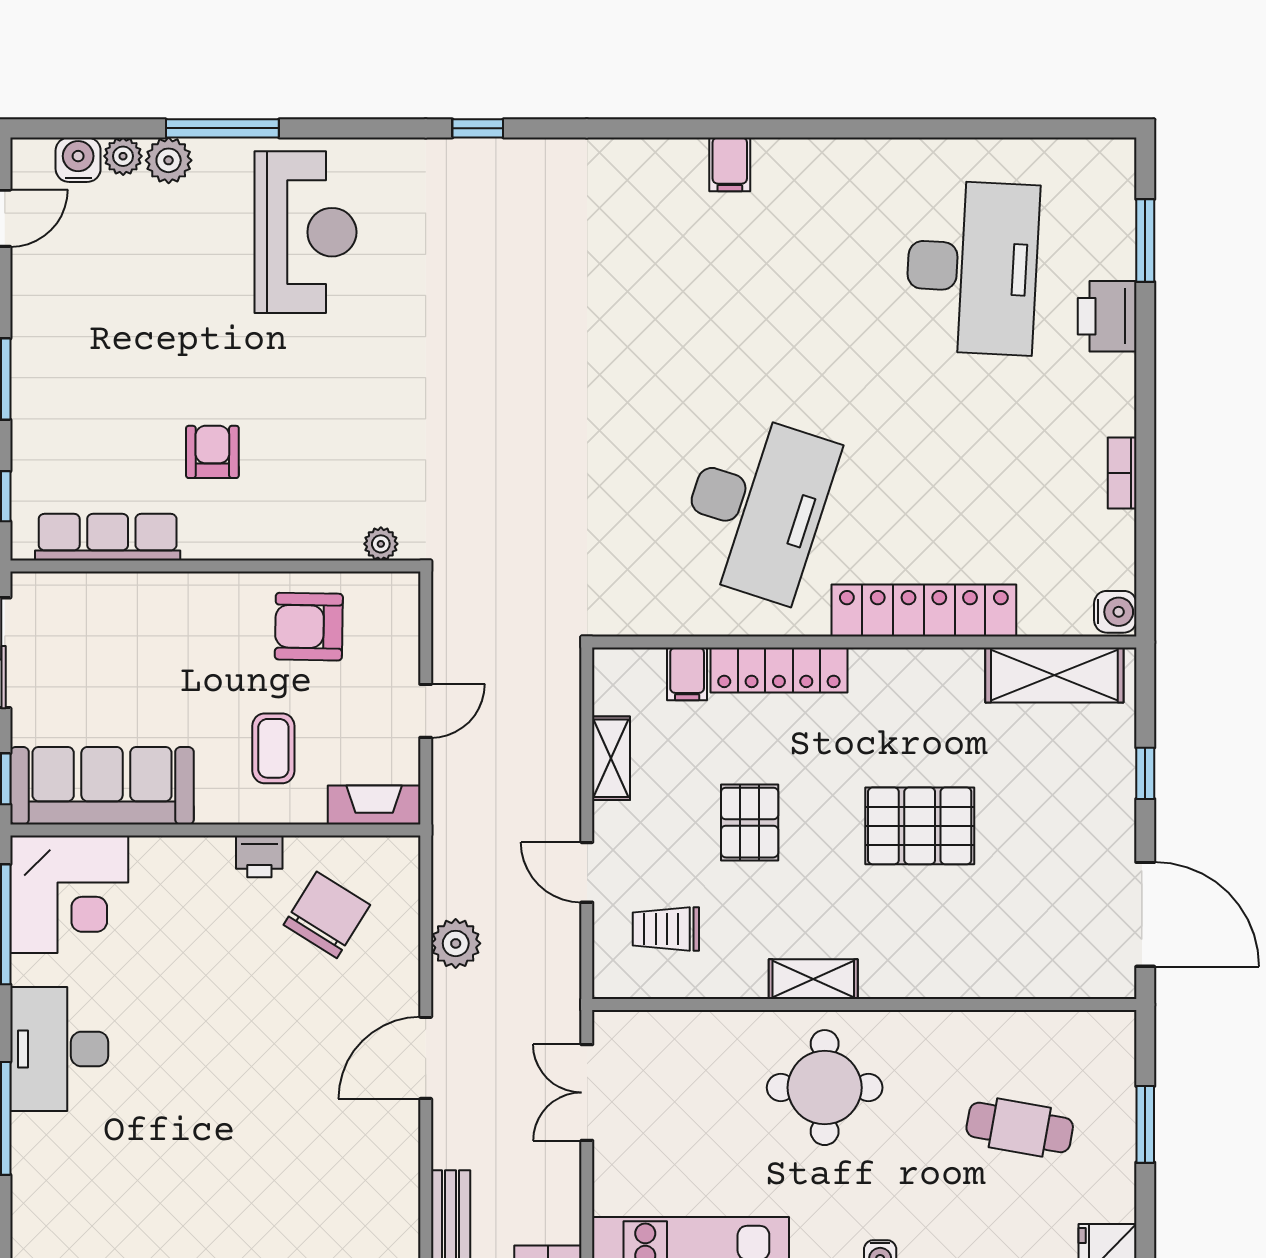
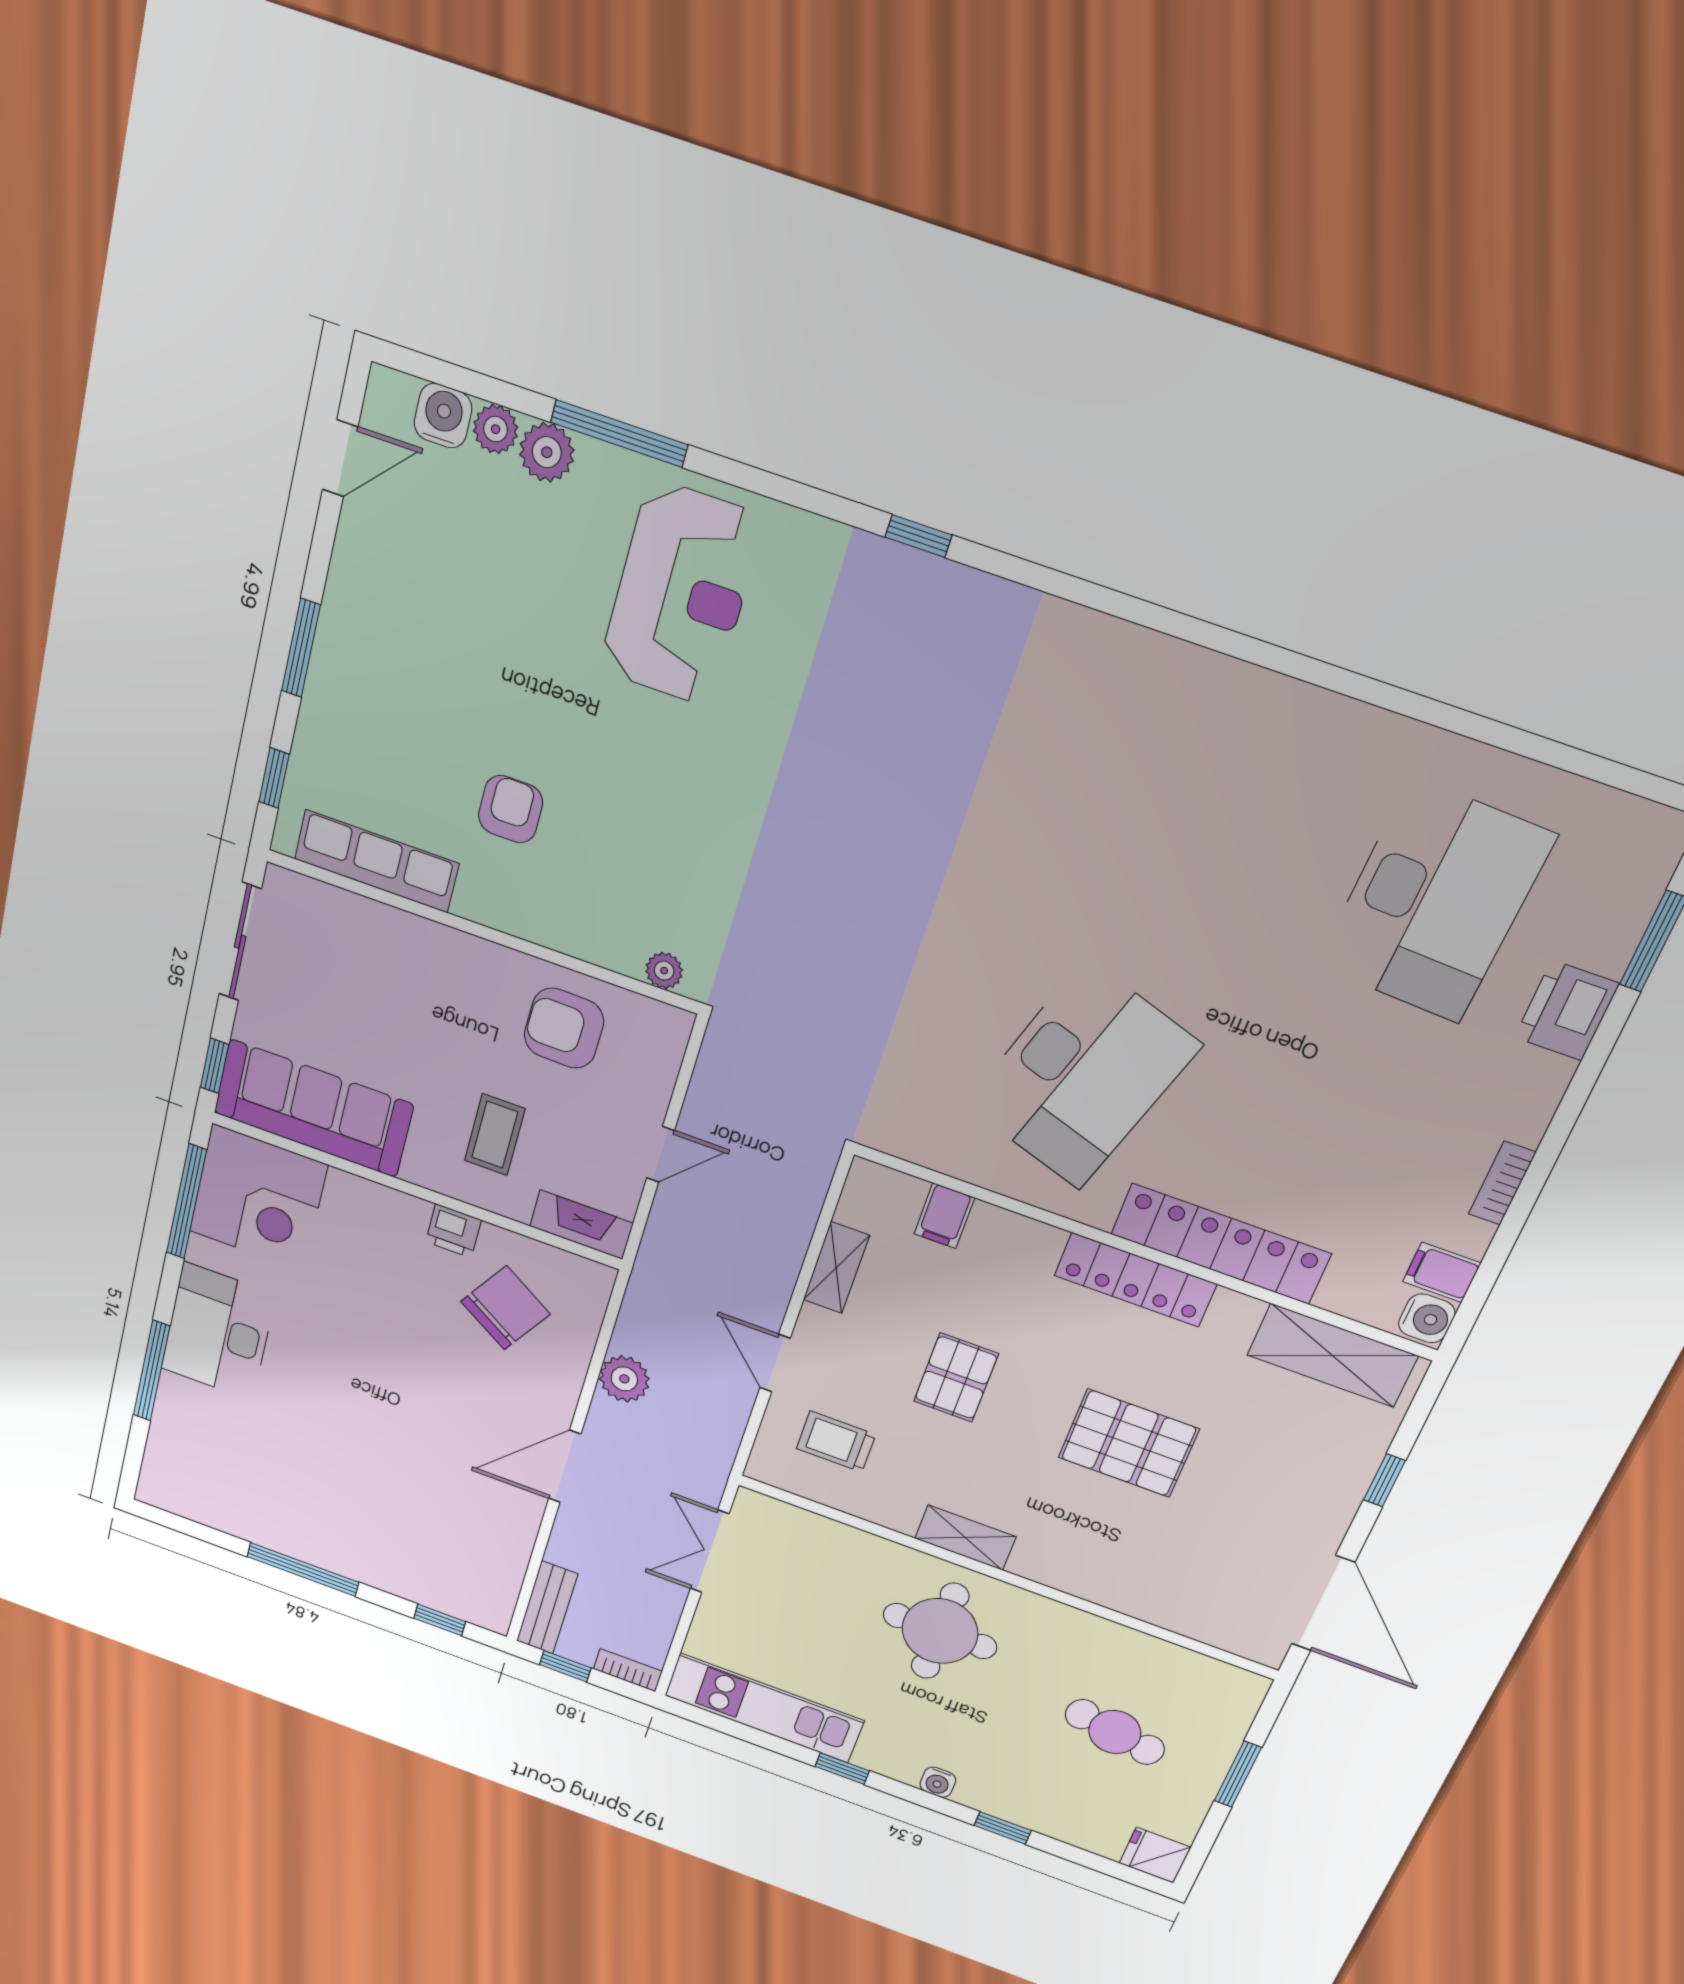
filing cabinet: (730, 164) -> (1442, 1272), moved, turned 90
locker: (779, 670) -> (1135, 1280), moved

